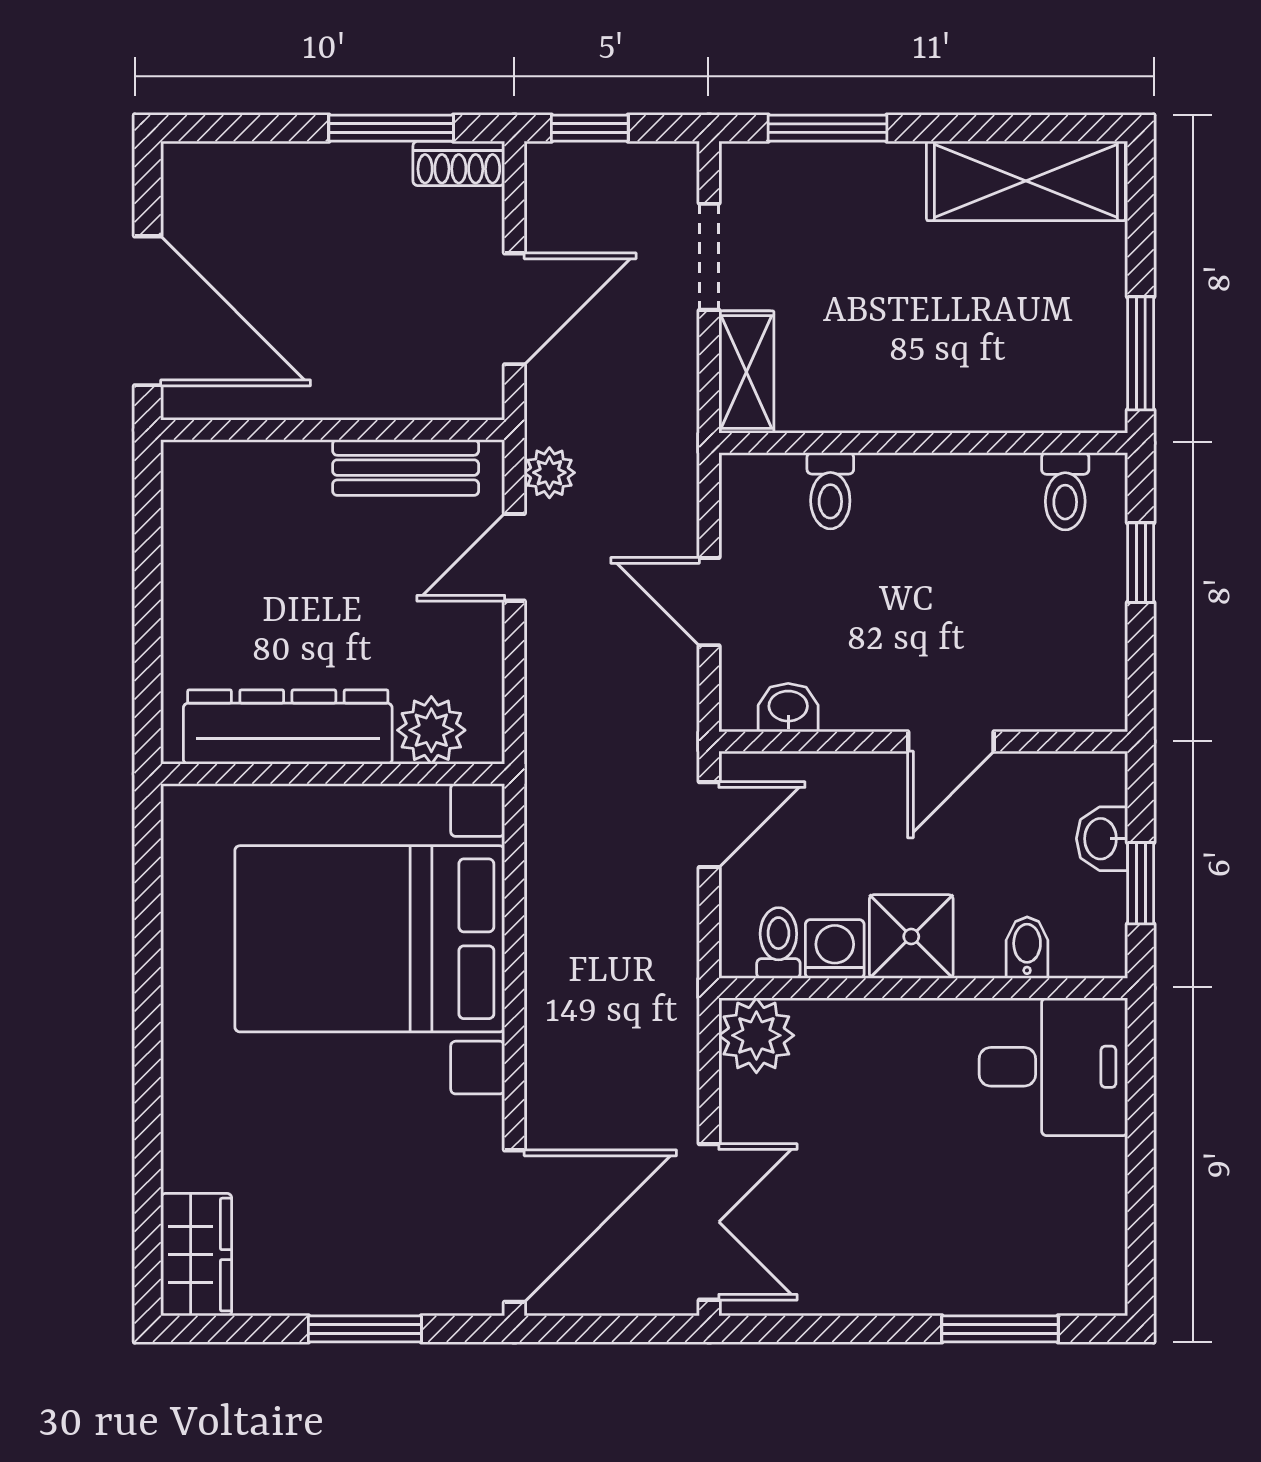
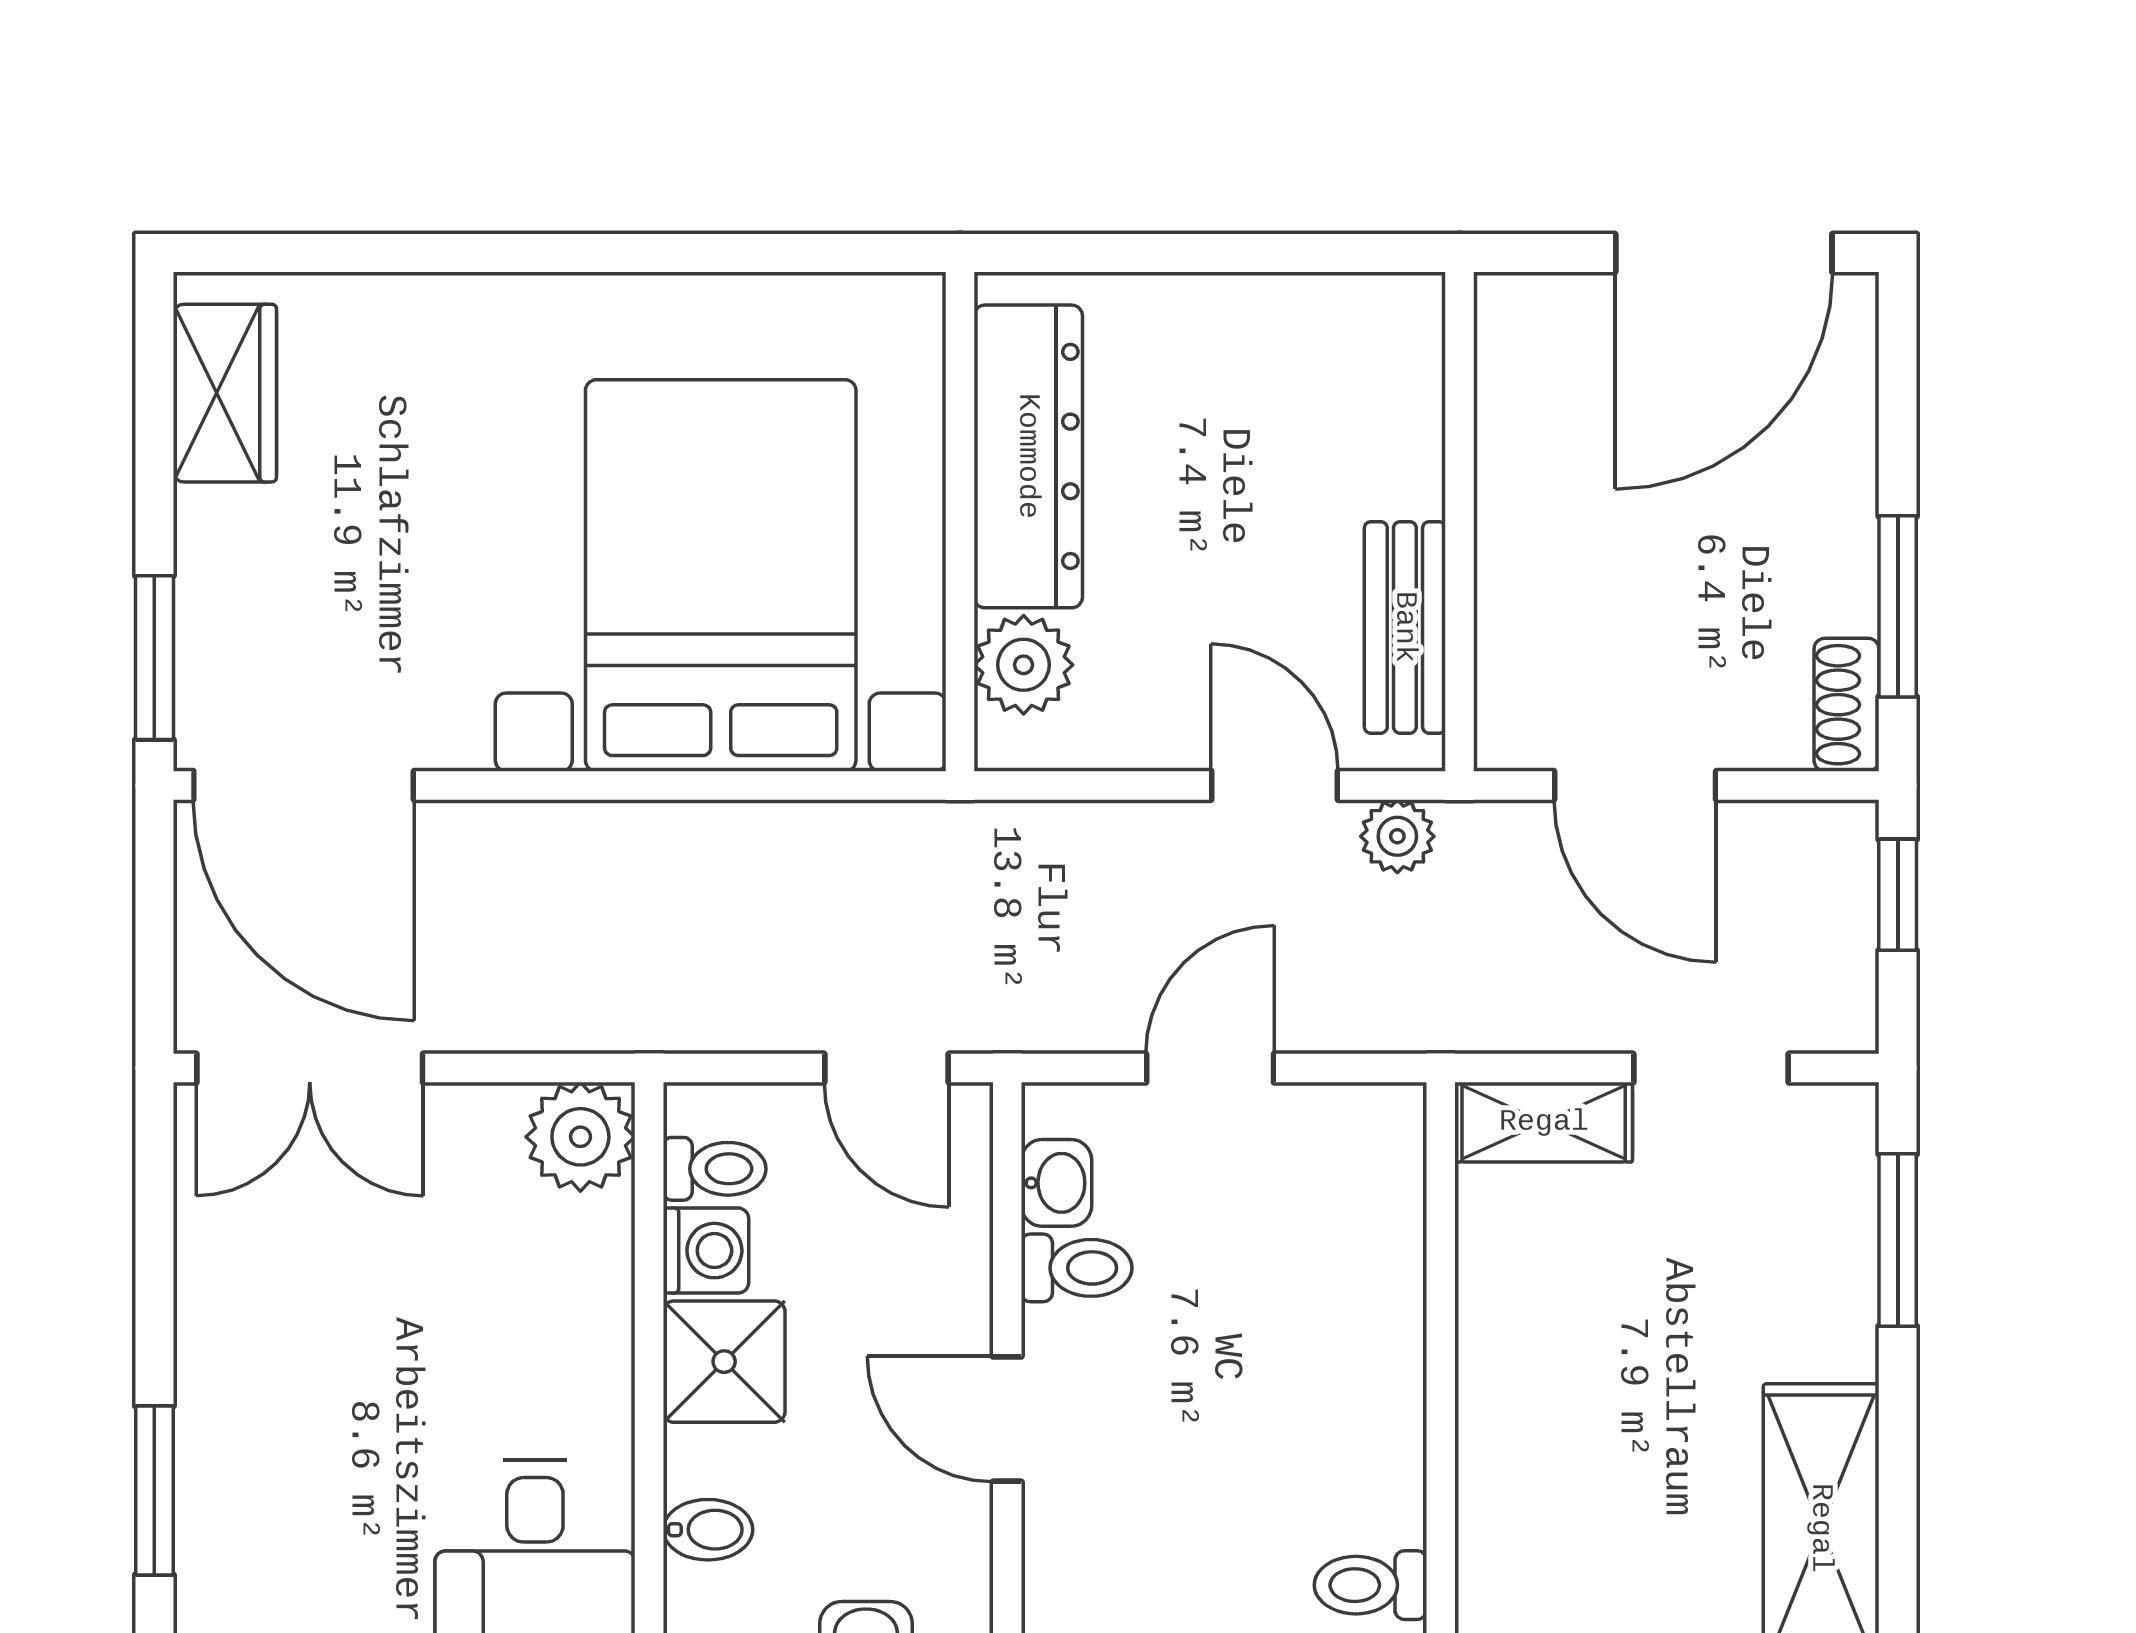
door: (148, 311) -> (1724, 253), moved
toilet: (830, 491) -> (1077, 1268), moved, turned 180
wardrobe: (196, 1255) -> (225, 393), moved, turned -90
window: (365, 1329) -> (154, 658), moved

